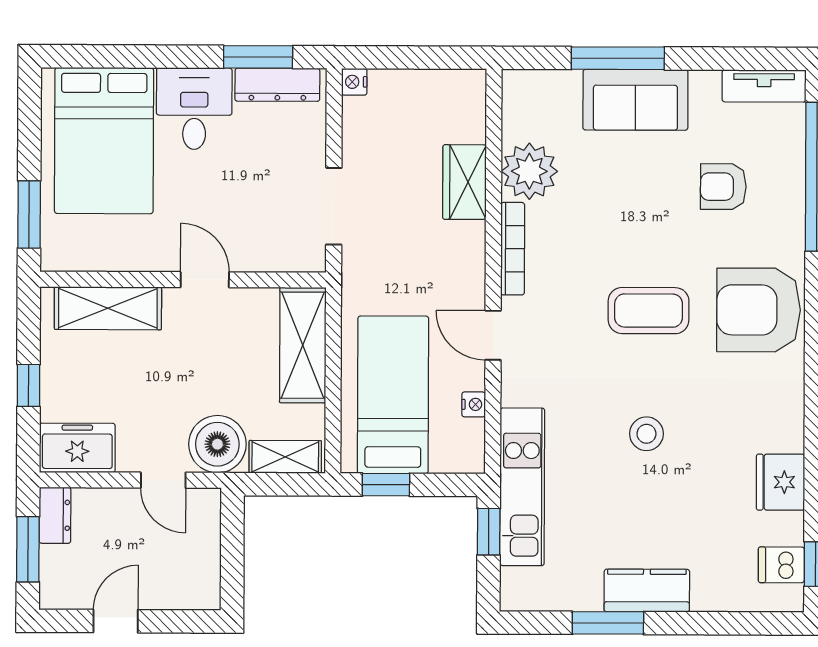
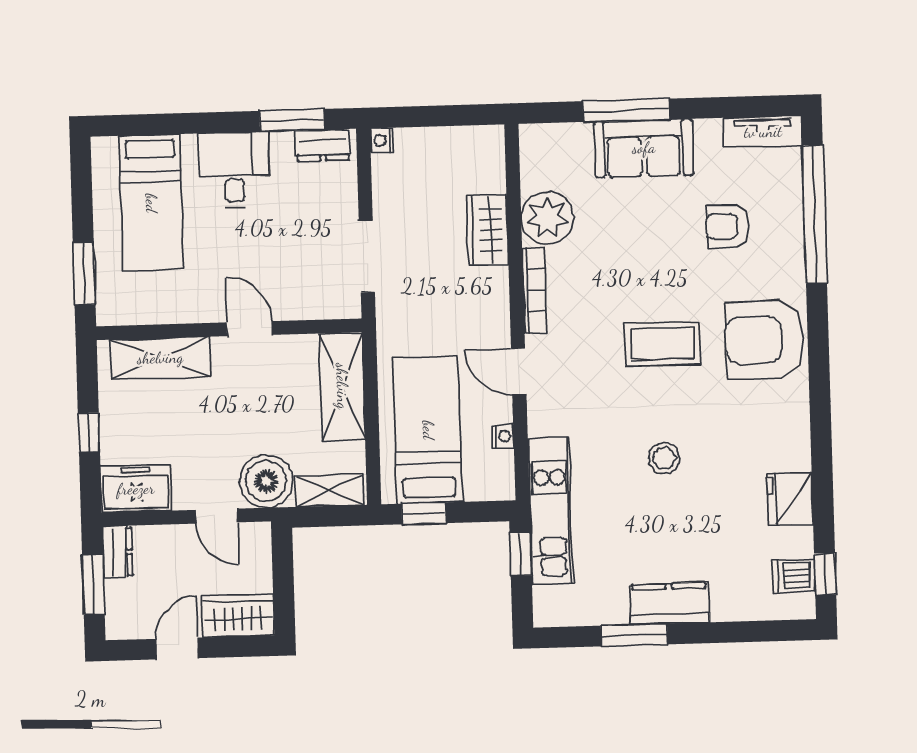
dresser: (277, 85) -> (323, 145), width x0.70
bed: (104, 141) -> (151, 203), width x0.67
wardrobe: (182, 588) -> (238, 616), added

